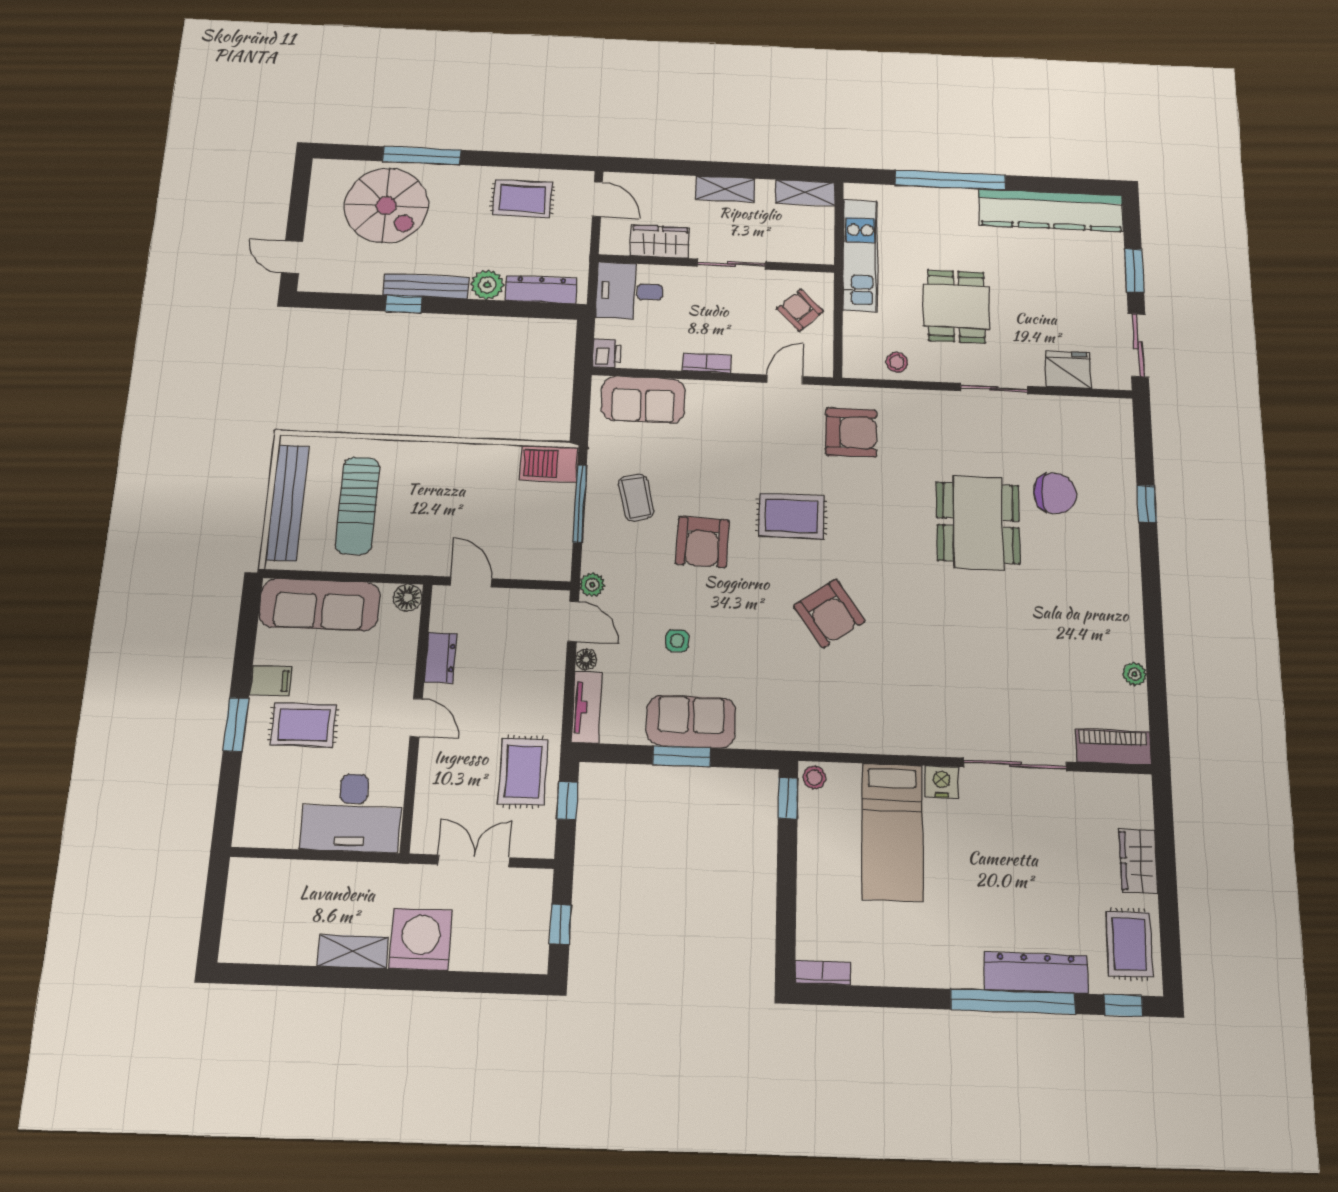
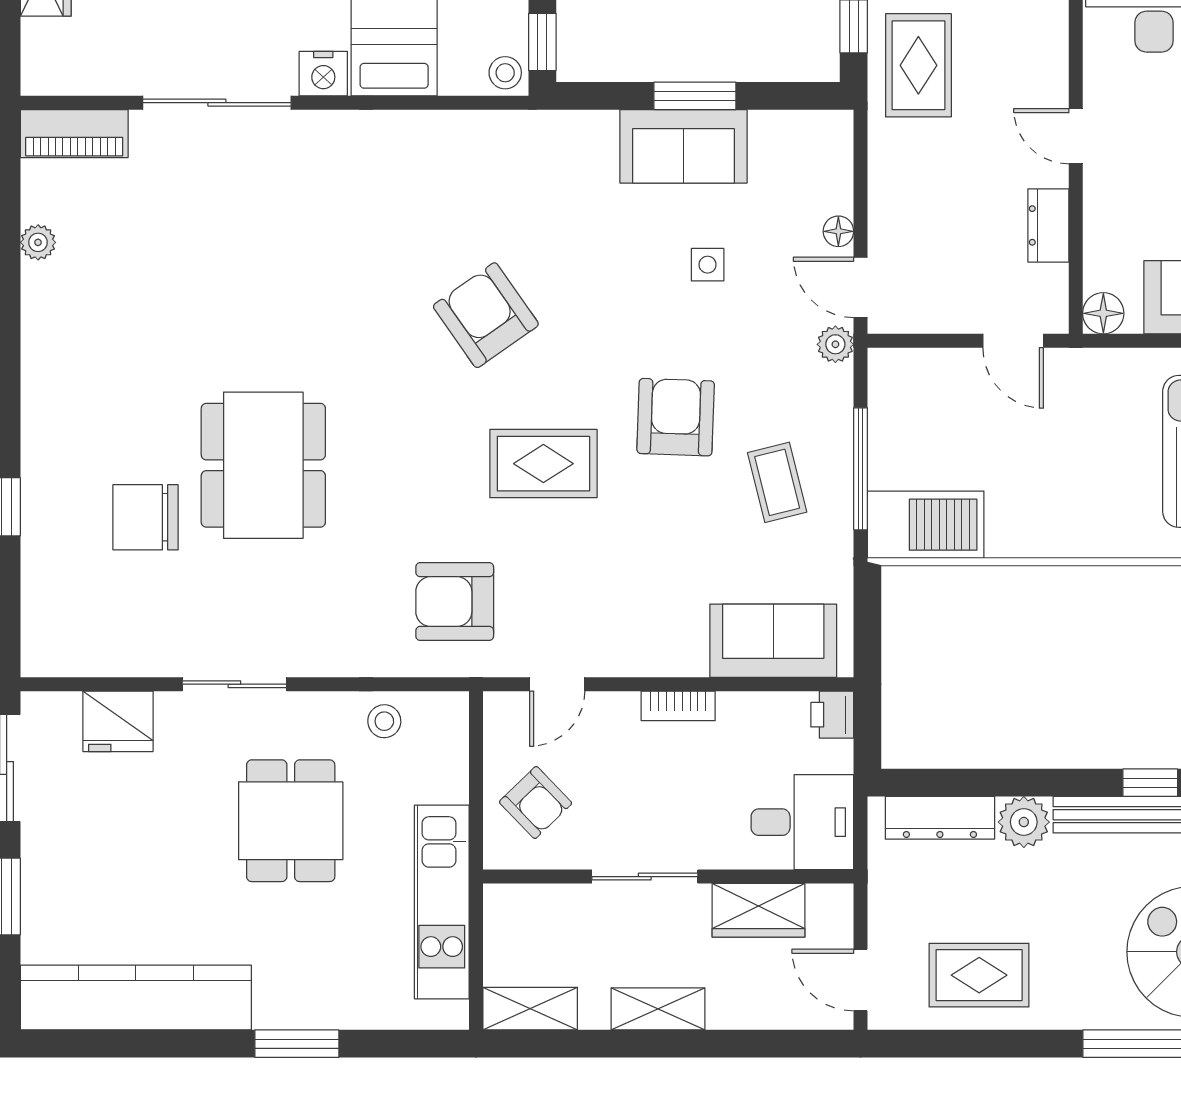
window: (950, 180) -> (297, 1044), width x0.47
barbecue: (549, 464) -> (926, 525), width x1.37, depth x1.21
tv unit: (586, 707) -> (834, 161), removed

